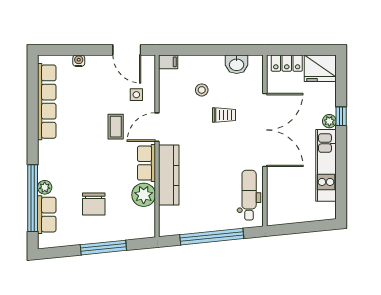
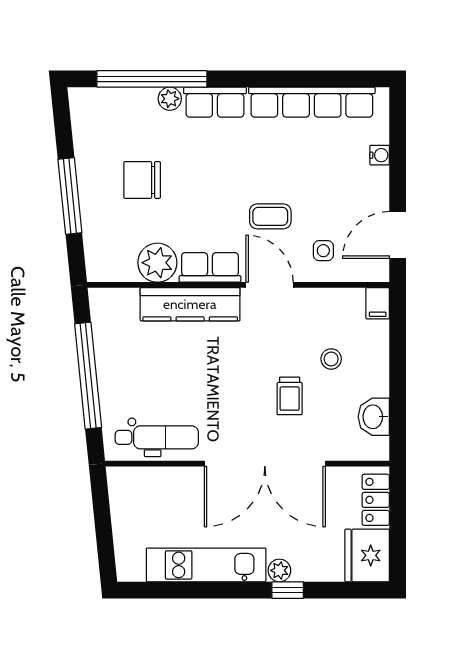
row of seats: (47, 215) -> (215, 102), moved

